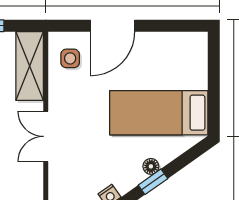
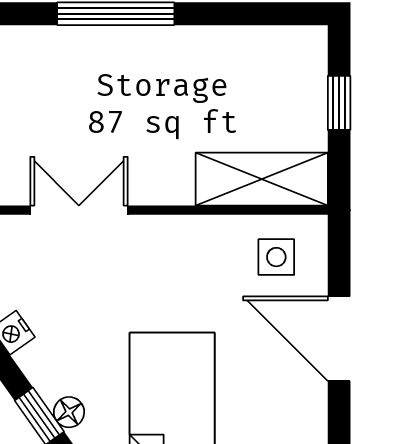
double door: (46, 136) -> (79, 210), moved

